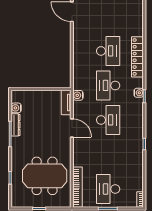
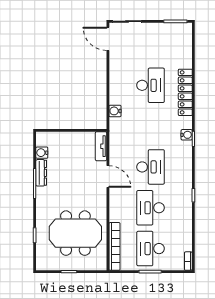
desk: (108, 85) -> (151, 208), moved
water cooler: (78, 95) -> (115, 111), moved

